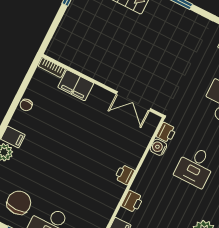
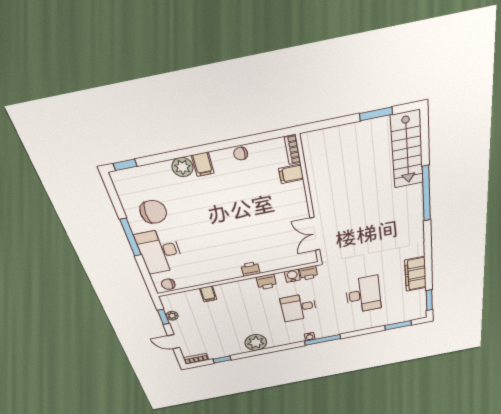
filing cabinet: (76, 85) -> (291, 174), width x0.50
printer: (132, 202) -> (266, 282), moved

